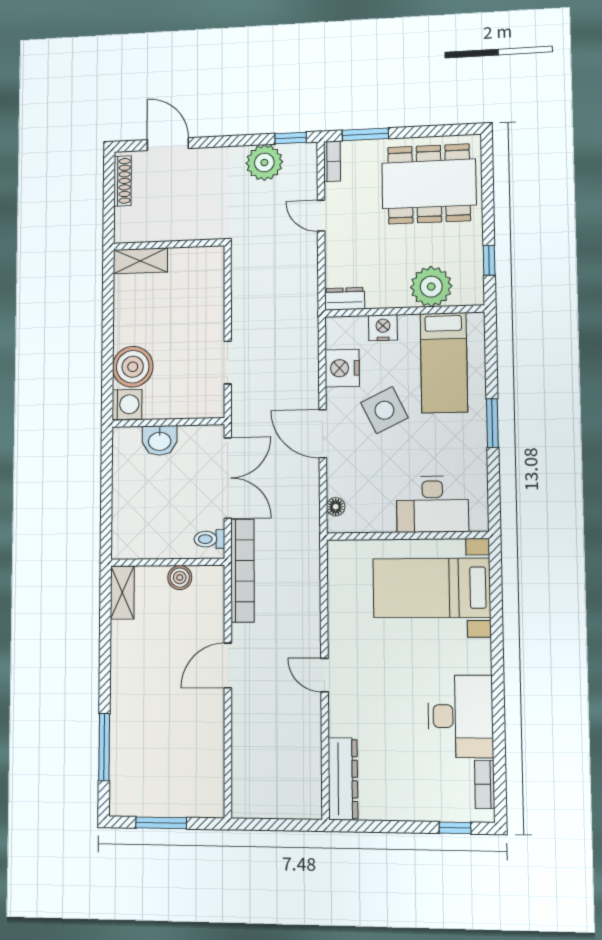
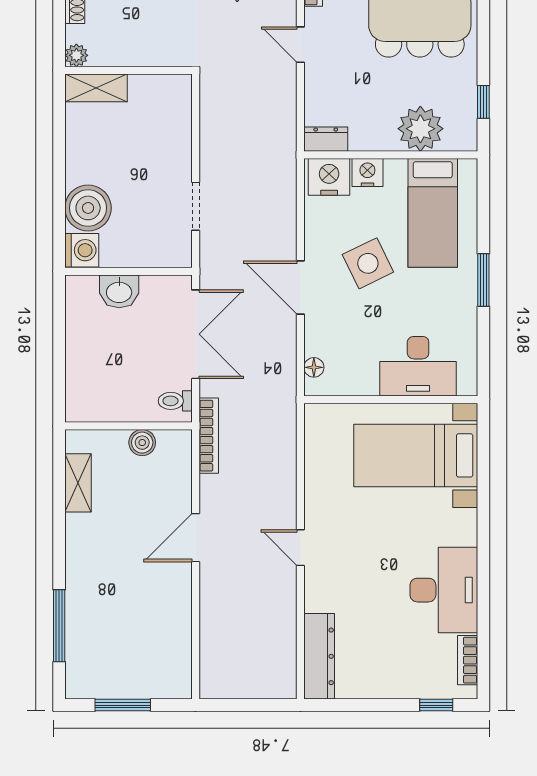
plant: (124, 233) -> (76, 55), added
nightstand: (342, 368) -> (329, 177), moved, turned 90
bookcase: (242, 571) -> (209, 436), width x0.68, depth x0.76
shelving: (122, 592) -> (78, 483), moved

